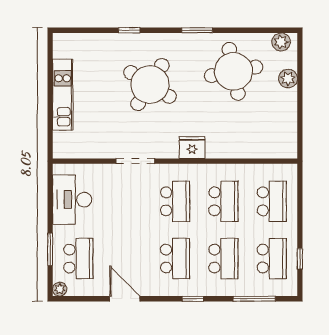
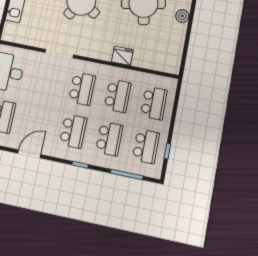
fridge: (192, 148) -> (122, 56), moved
door: (125, 299) -> (29, 154), hinge flipped

